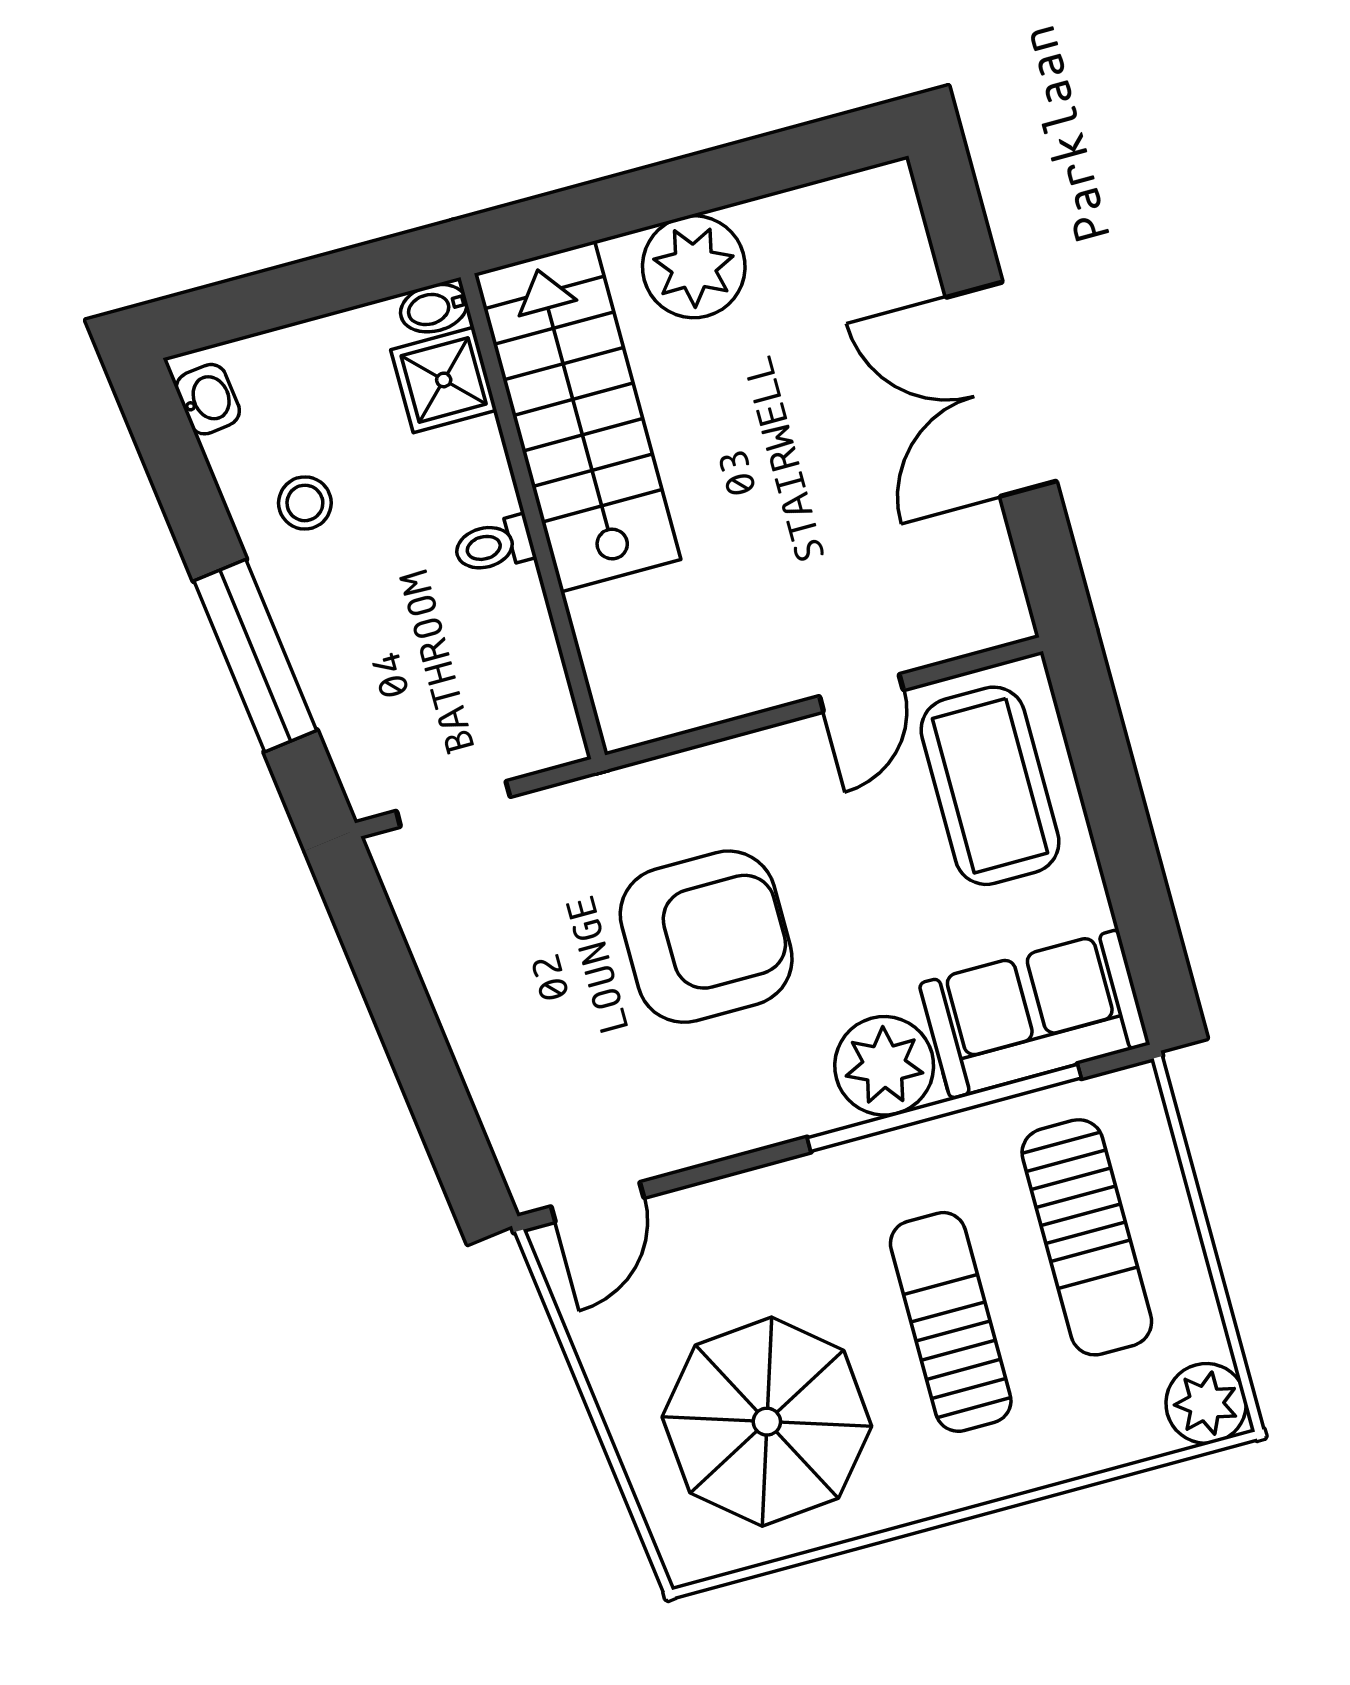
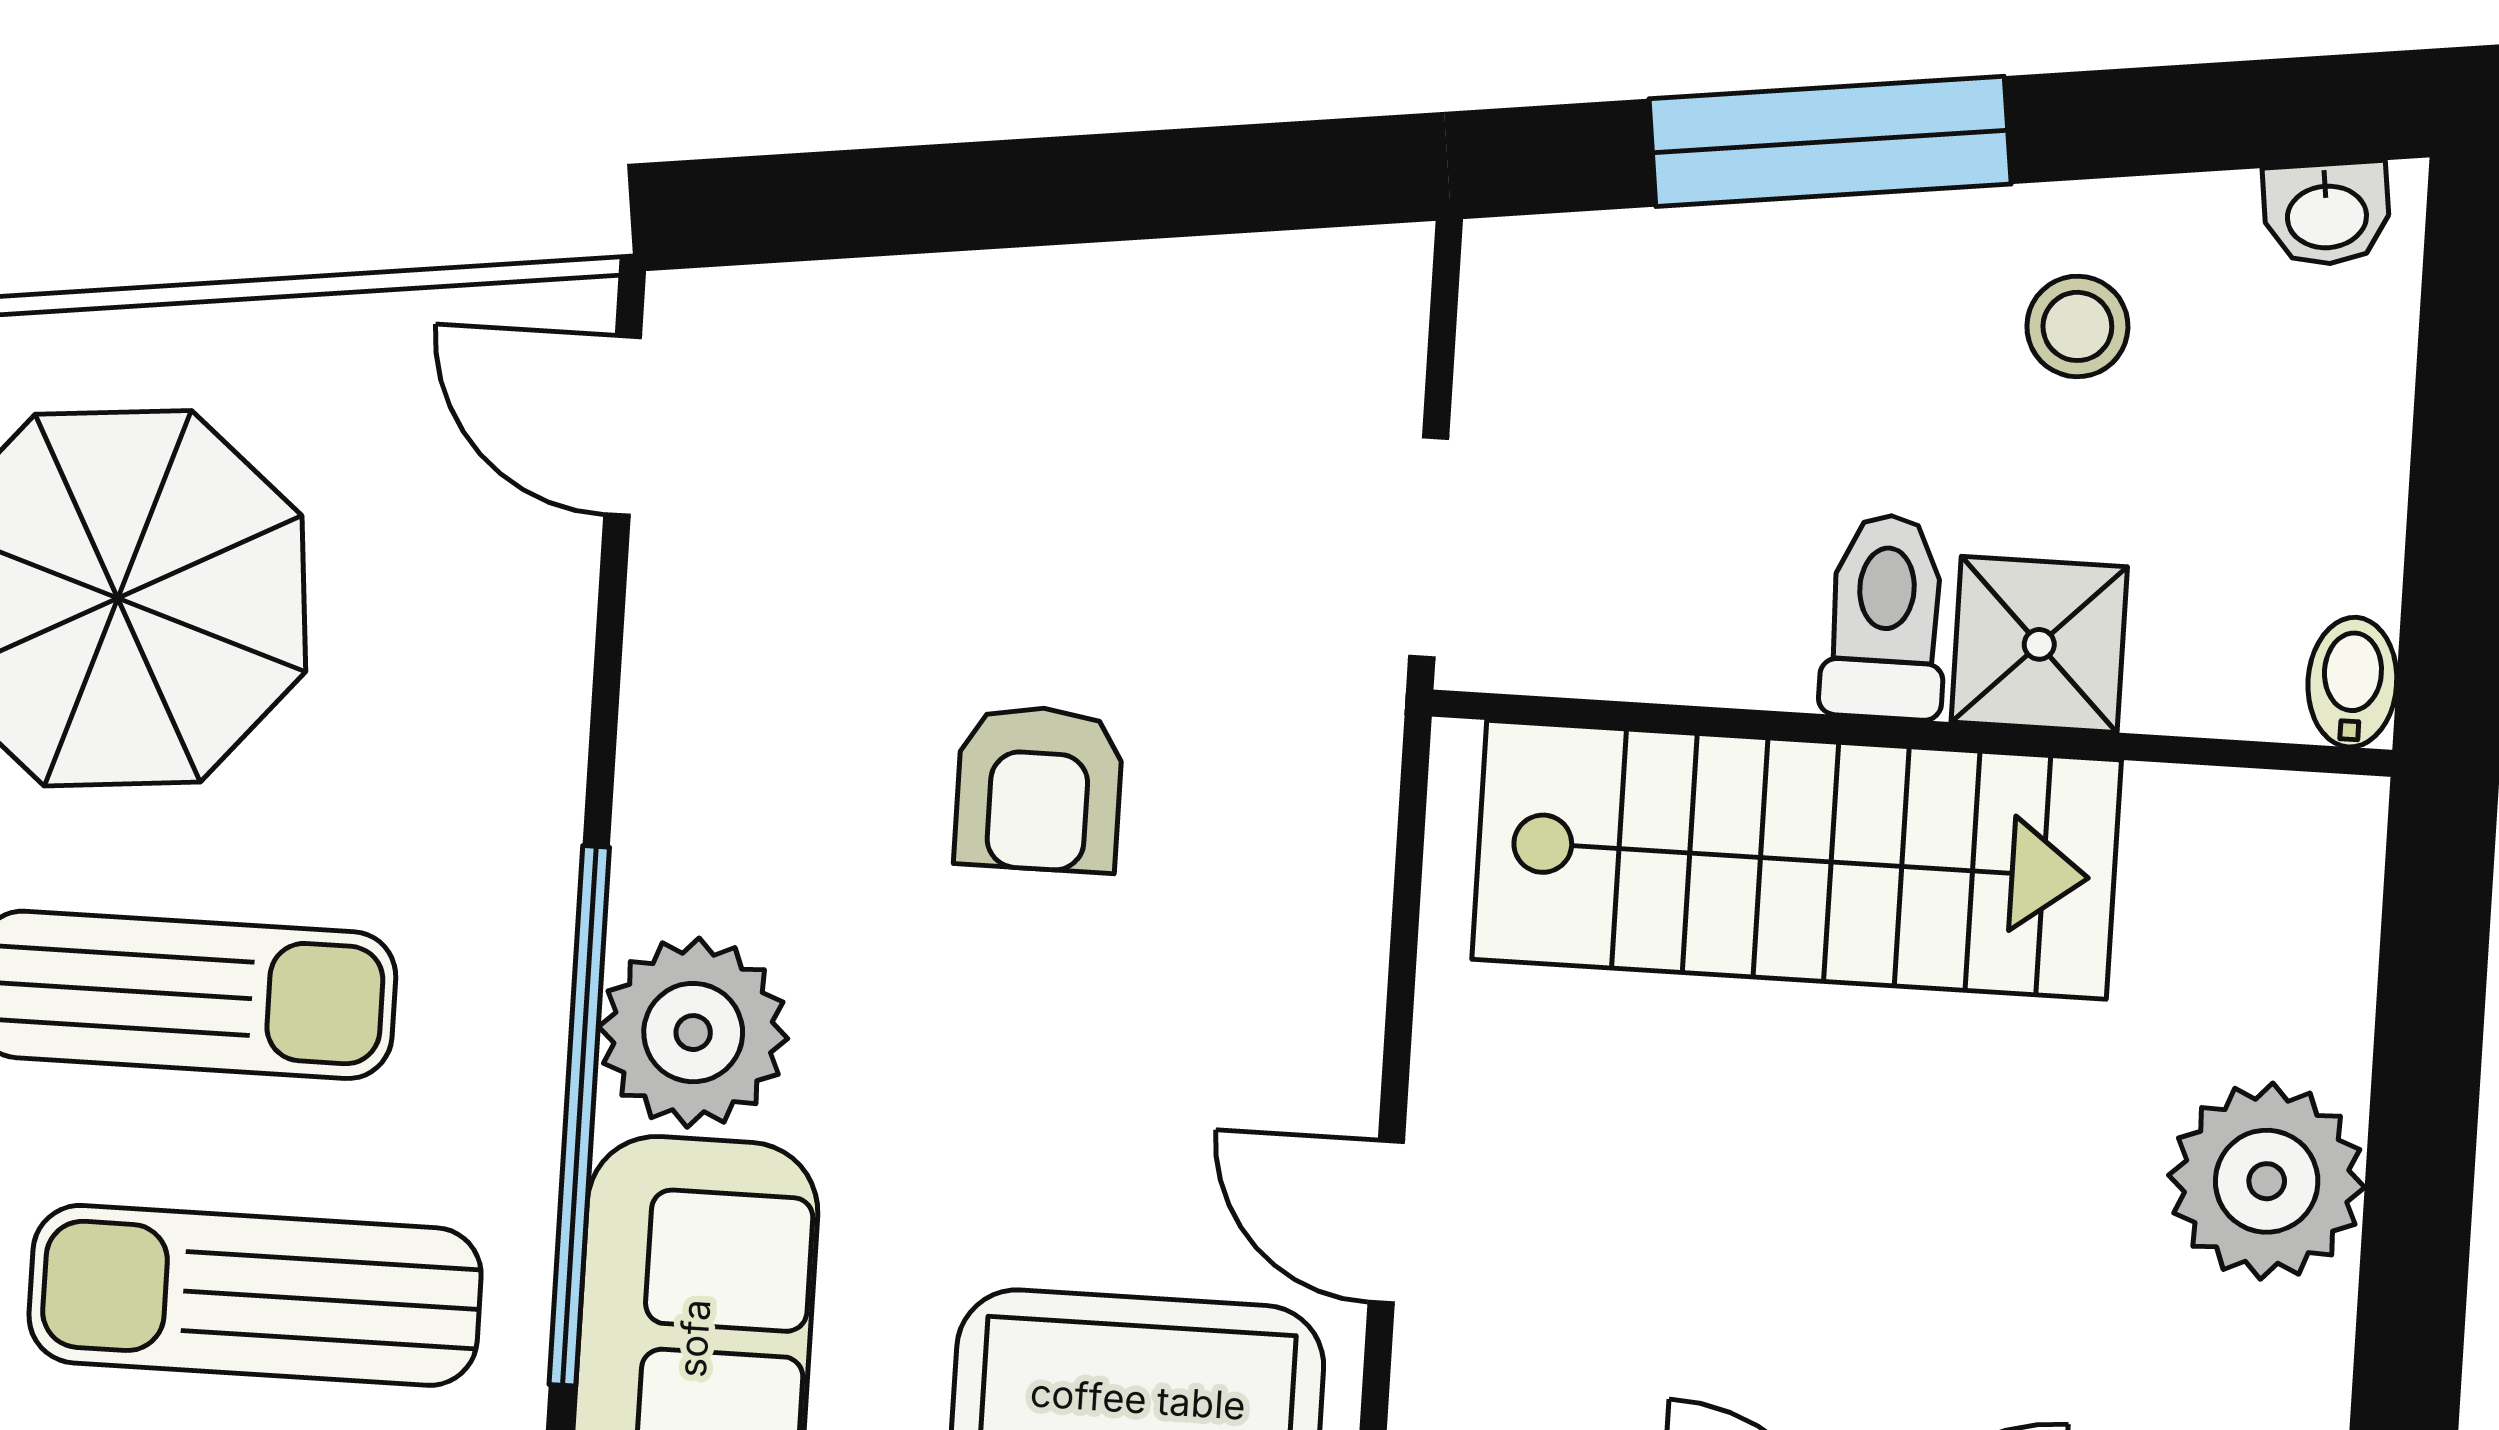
shower: (444, 380) -> (2039, 644), moved
stairs: (578, 416) -> (1797, 860), moved
toilet: (494, 545) -> (1885, 617), width x1.37, depth x1.39
doorway: (453, 804) -> (1429, 547), moved
armchair: (706, 937) -> (1039, 788), width x0.53, depth x0.53

